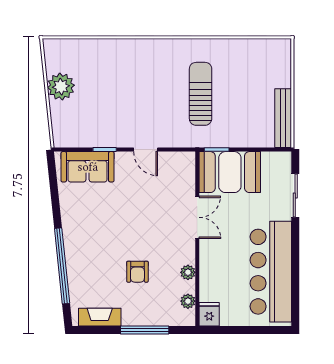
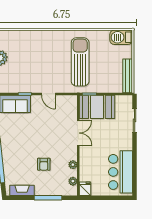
barbecue: (272, 51) -> (121, 37), added
sun lounger: (201, 94) -> (80, 62), width x1.36, depth x1.34
bar counter: (271, 272) -> (120, 172), width x0.73

